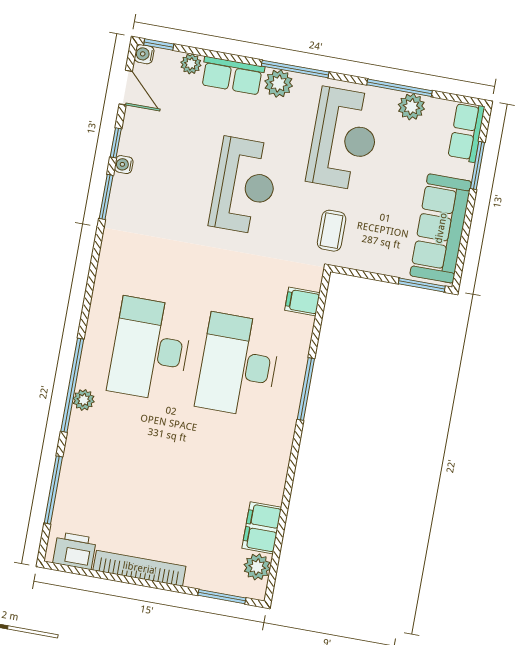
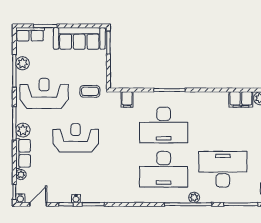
desk: (129, 467) -> (223, 169), added

